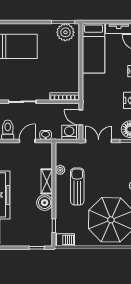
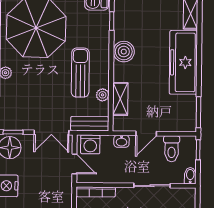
bench: (70, 148) -> (90, 124), added
shelving: (47, 181) -> (120, 99), moved
sun lounger: (77, 186) -> (80, 73), turned 180

